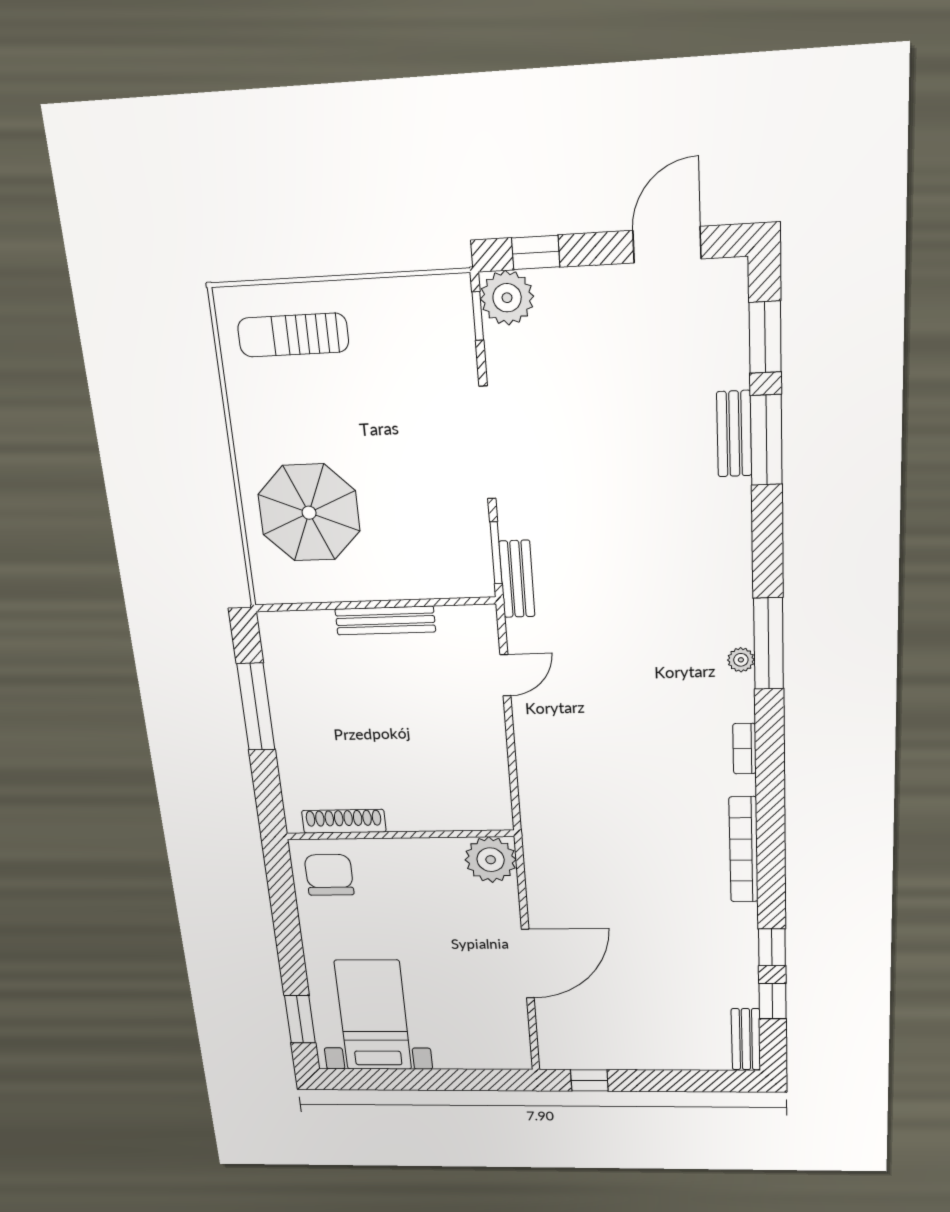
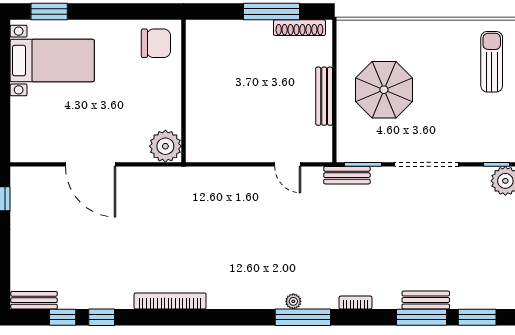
parasol: (309, 513) -> (384, 90), moved
bookcase: (744, 749) -> (355, 303), moved
shoe rack: (344, 821) -> (299, 28), moved, turned 90

